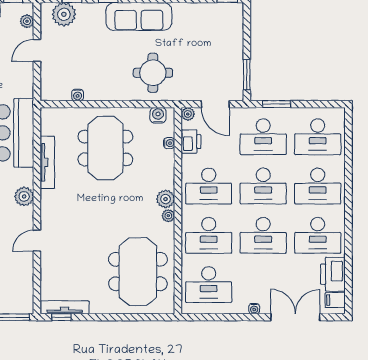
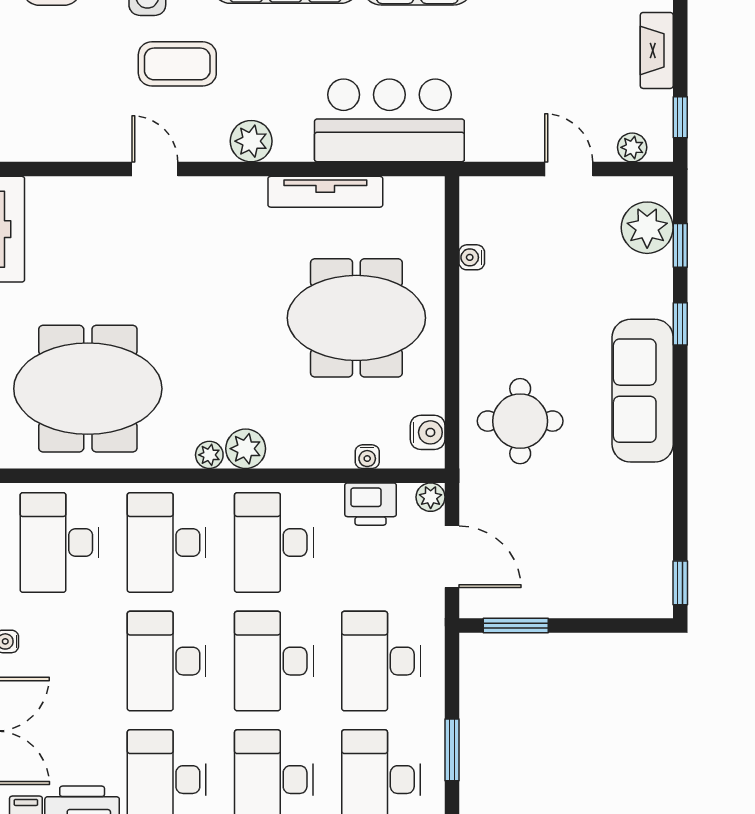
door: (215, 104) -> (452, 557), swing flipped
window: (277, 104) -> (452, 750), moved

